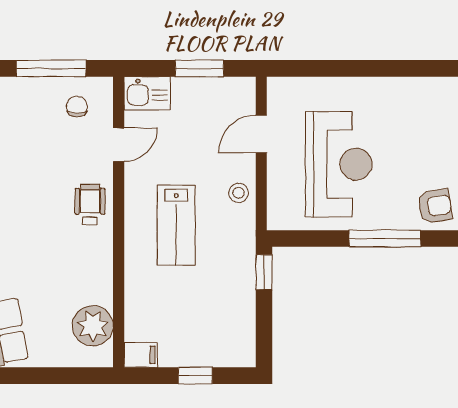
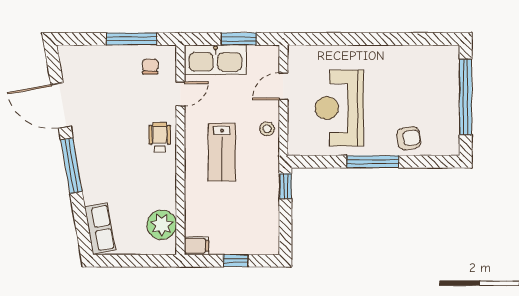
kitchen sink: (147, 93) -> (215, 60), width x1.87, depth x1.24
reception desk: (339, 164) -> (339, 108), turned 180

